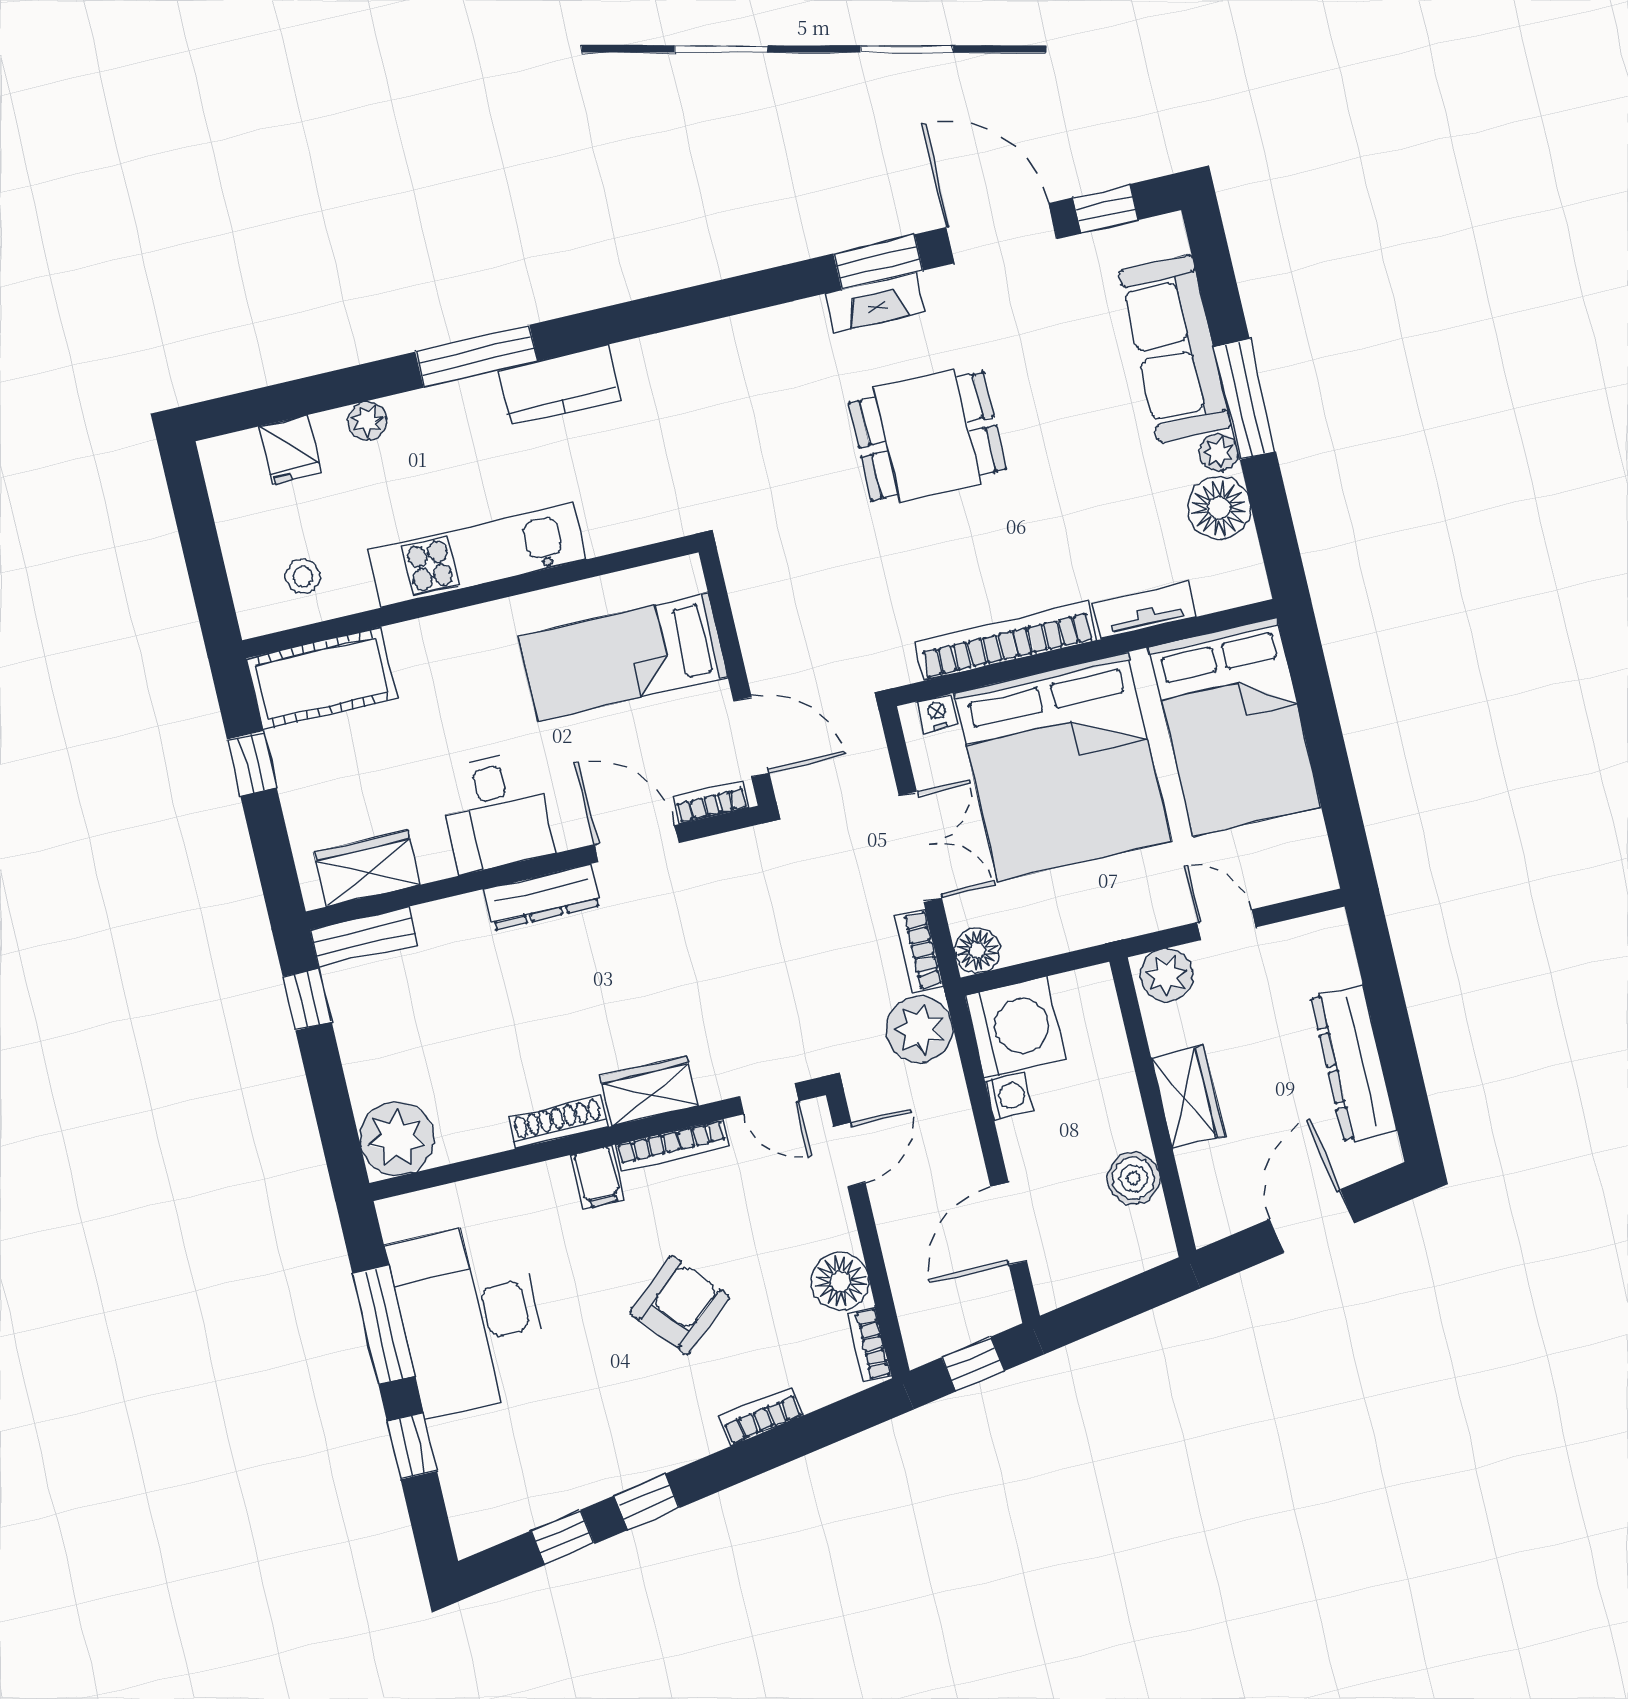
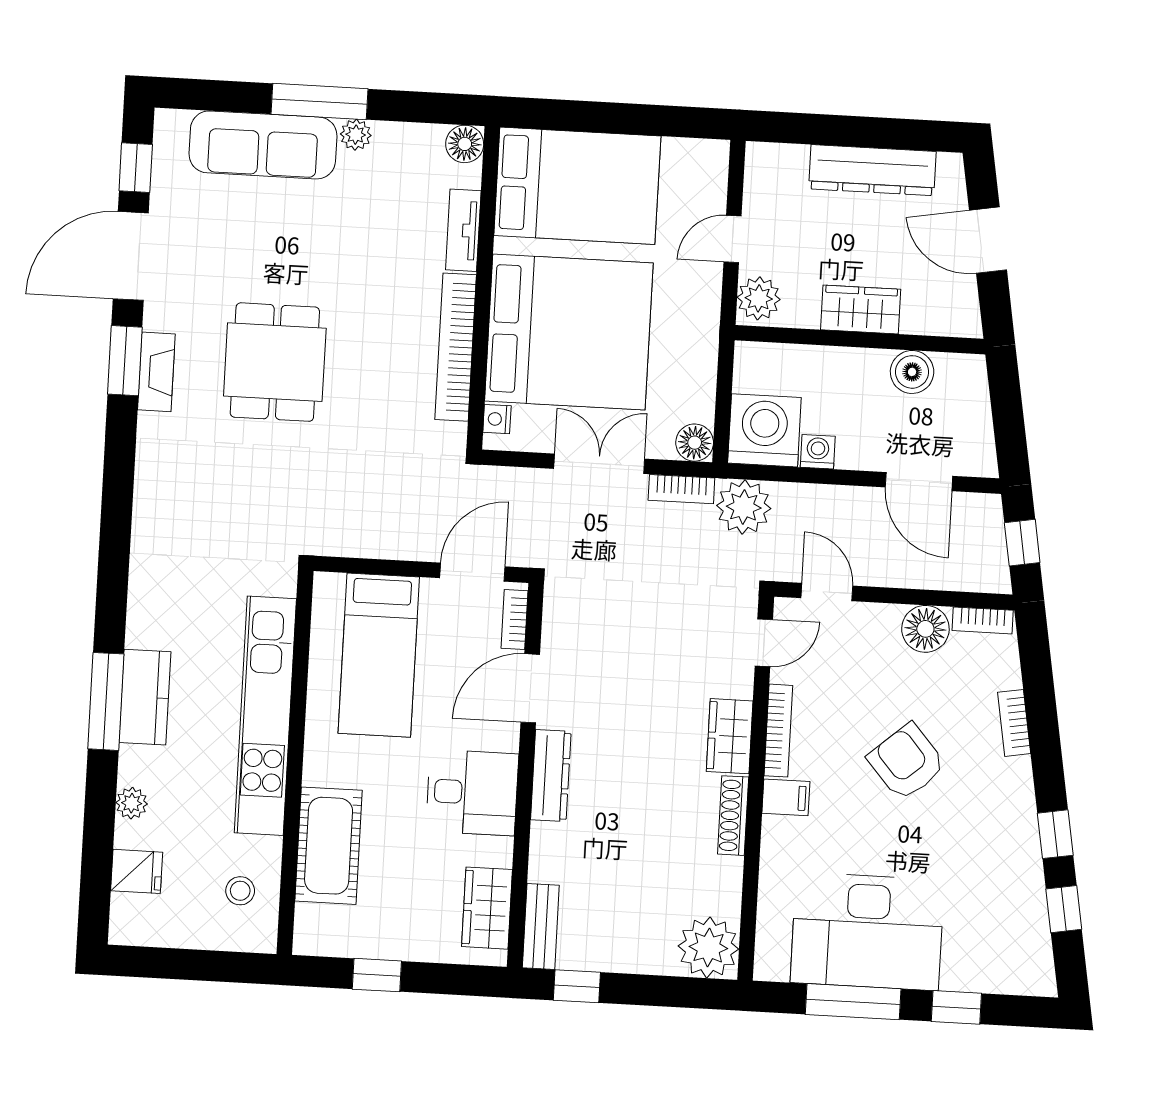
kitchen counter: (559, 385) -> (145, 697), moved
floor lamp: (1219, 508) -> (465, 144), moved, width x0.73, depth x0.73
kitchen unit: (477, 555) -> (265, 716), width x1.36
cot: (322, 678) -> (329, 846), moved

